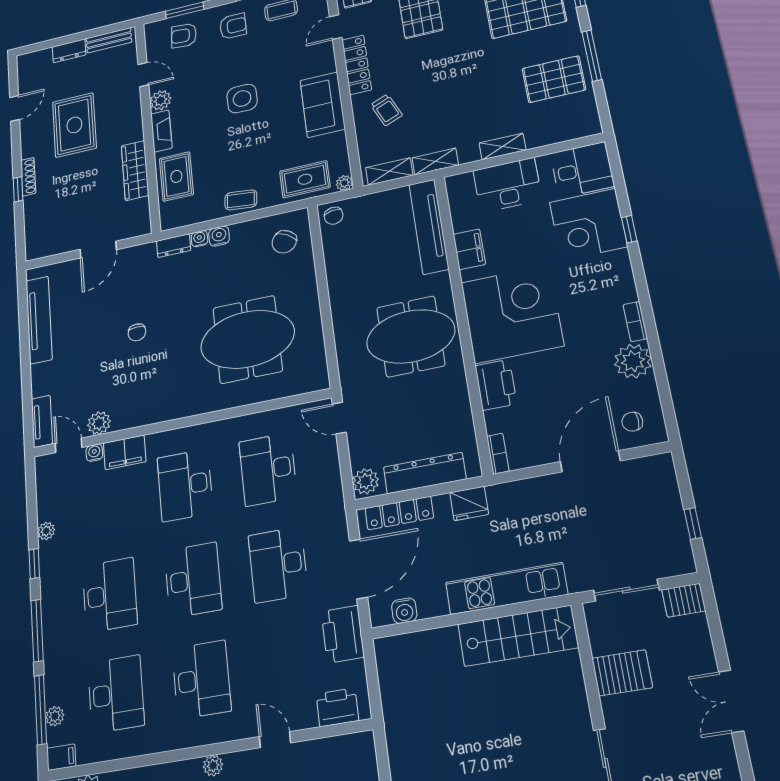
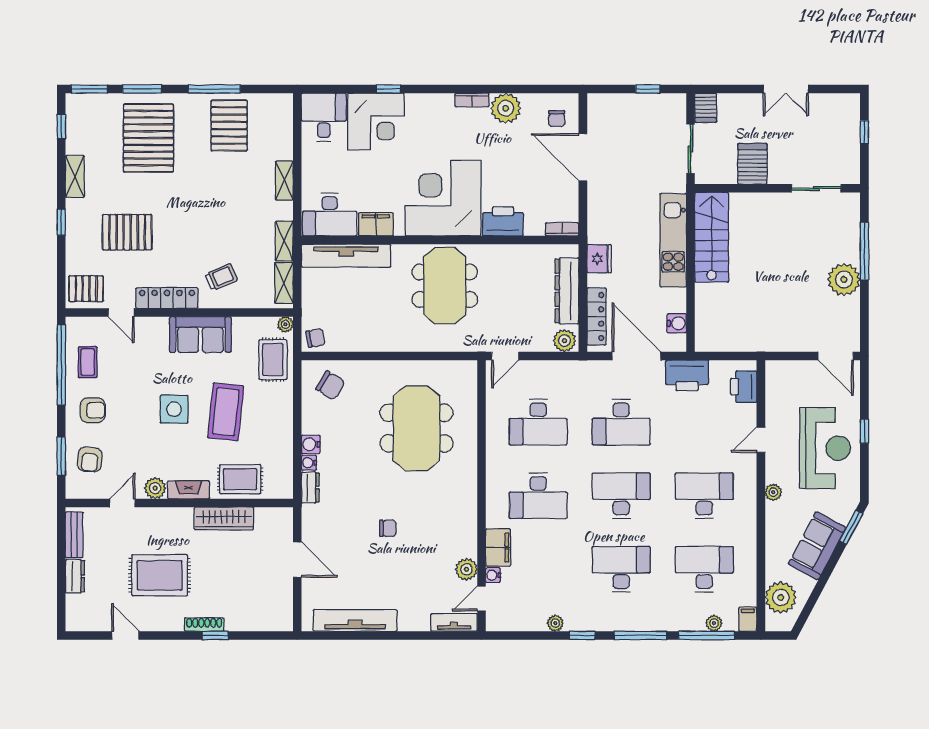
armchair: (233, 26) -> (93, 410), turned 90
desk: (507, 185) -> (330, 215), moved, turned -90
coffee table: (241, 200) -> (226, 412), moved, width x1.86, depth x1.72

